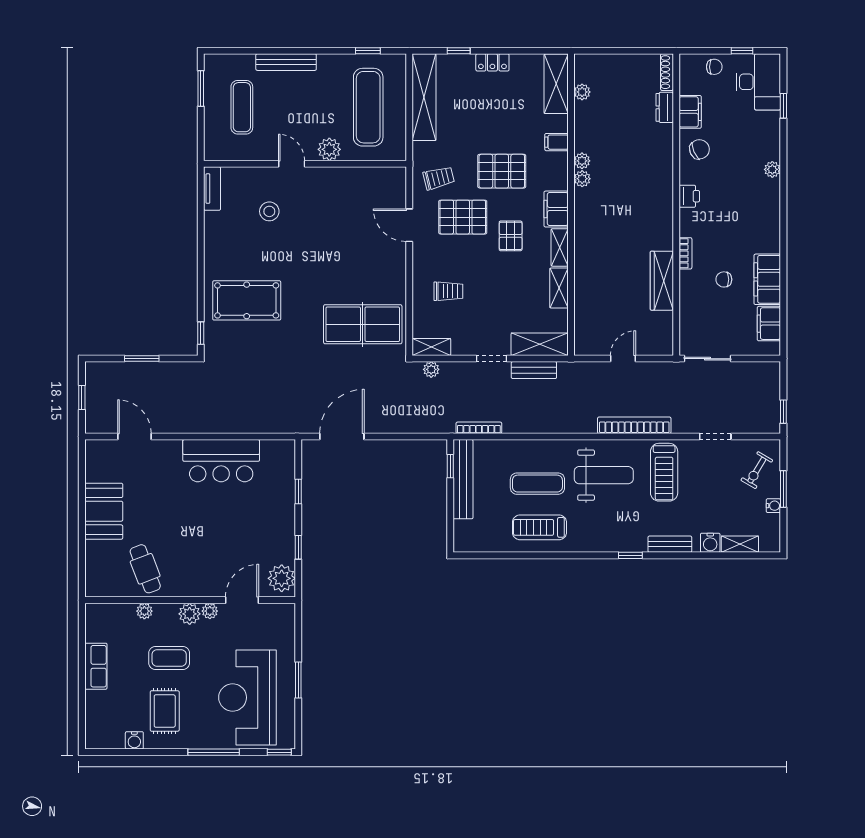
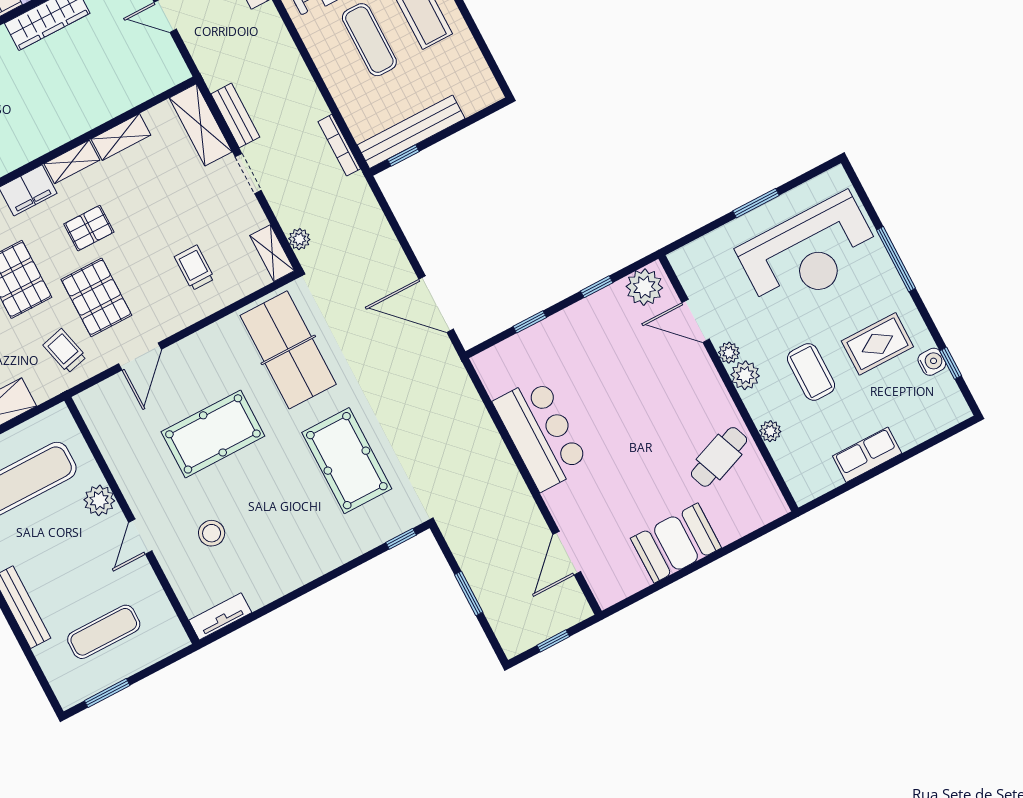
pool table: (334, 246) -> (213, 434), added
pool table: (247, 300) -> (347, 461), moved
window: (279, 752) -> (951, 363), moved

